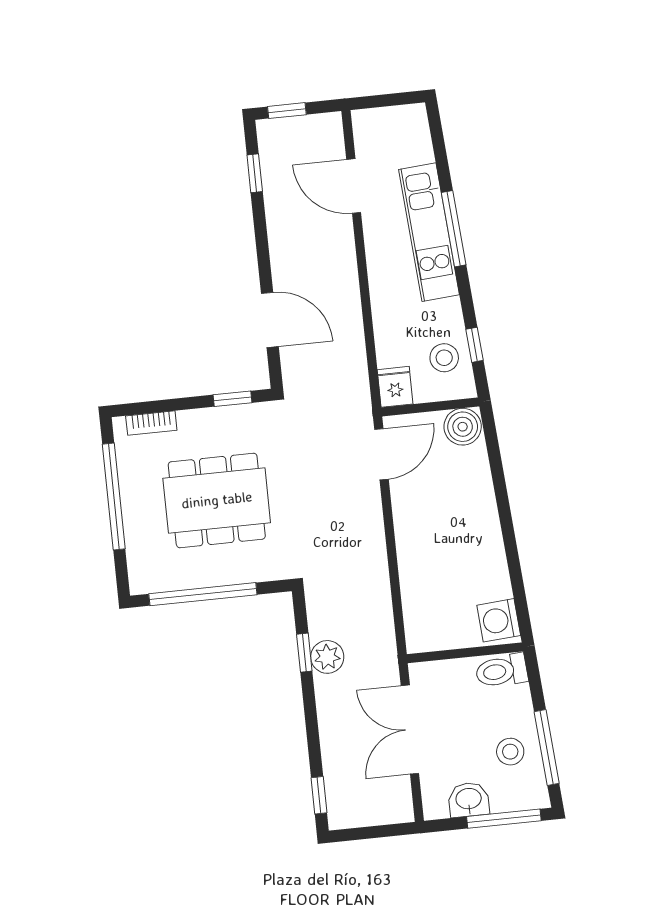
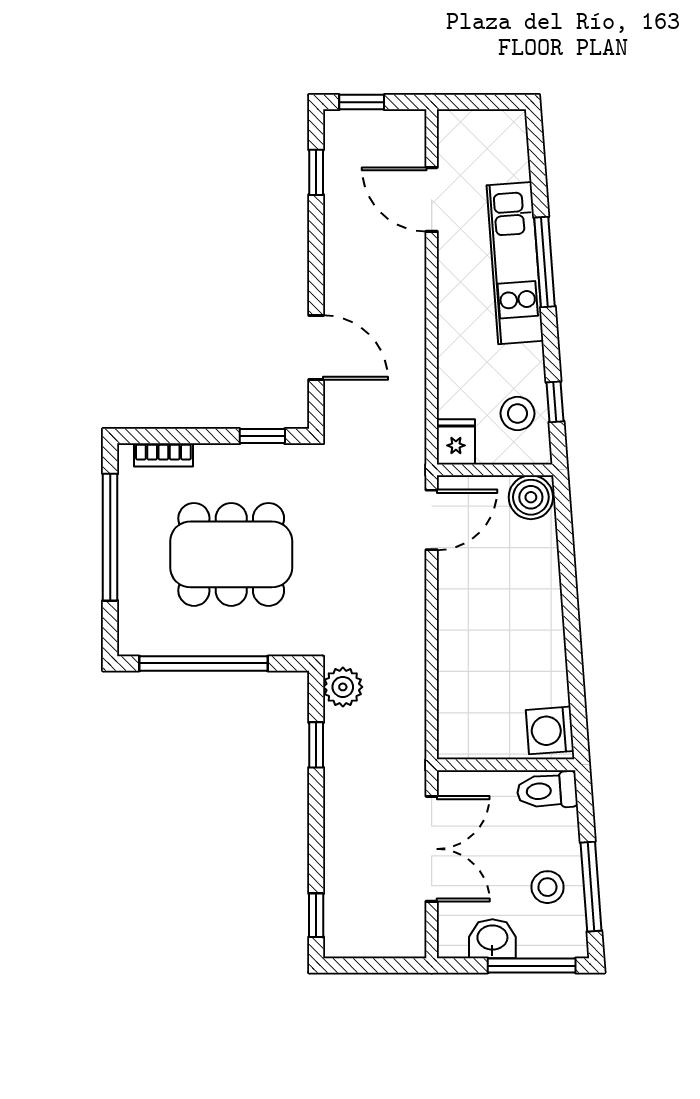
plant: (327, 657) -> (343, 687), moved
double door: (410, 730) -> (432, 849), swing flipped

